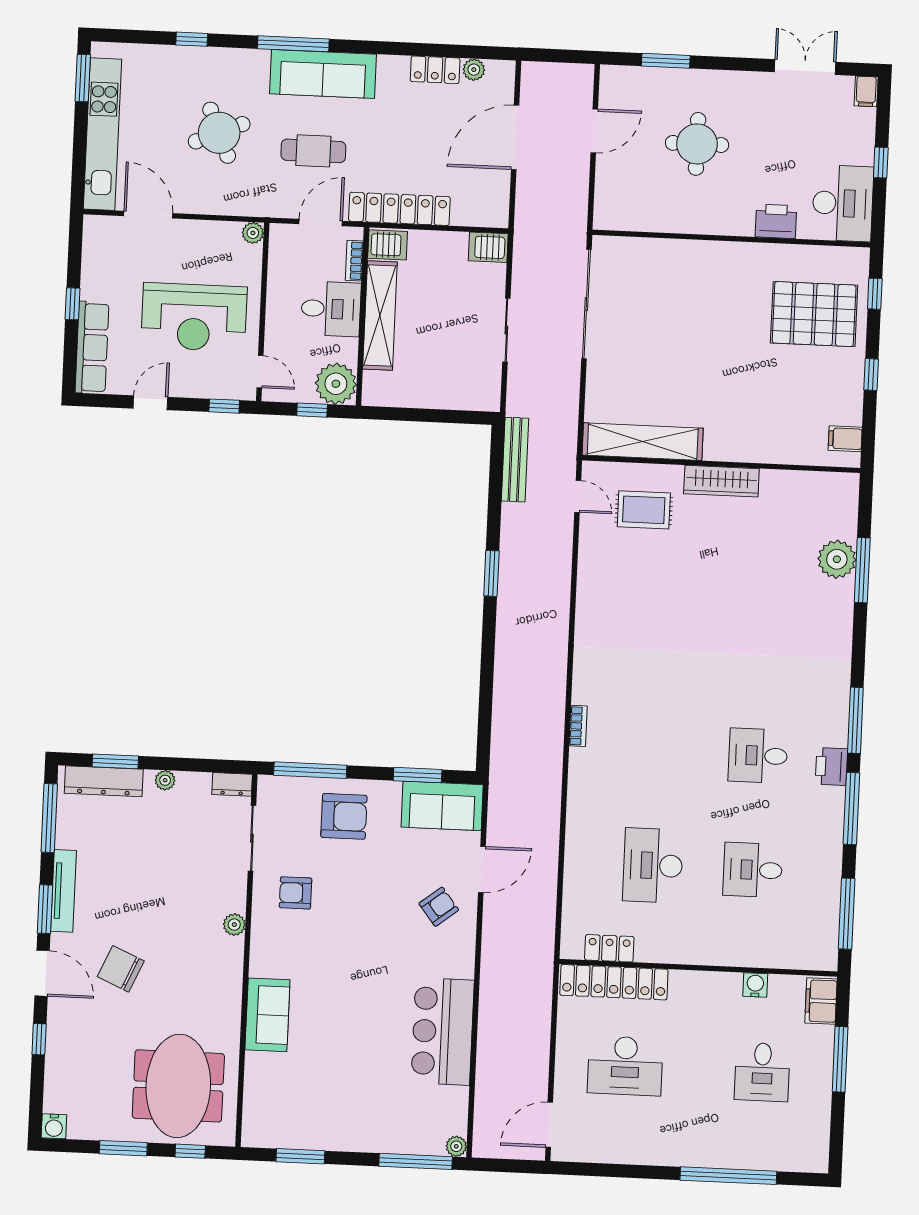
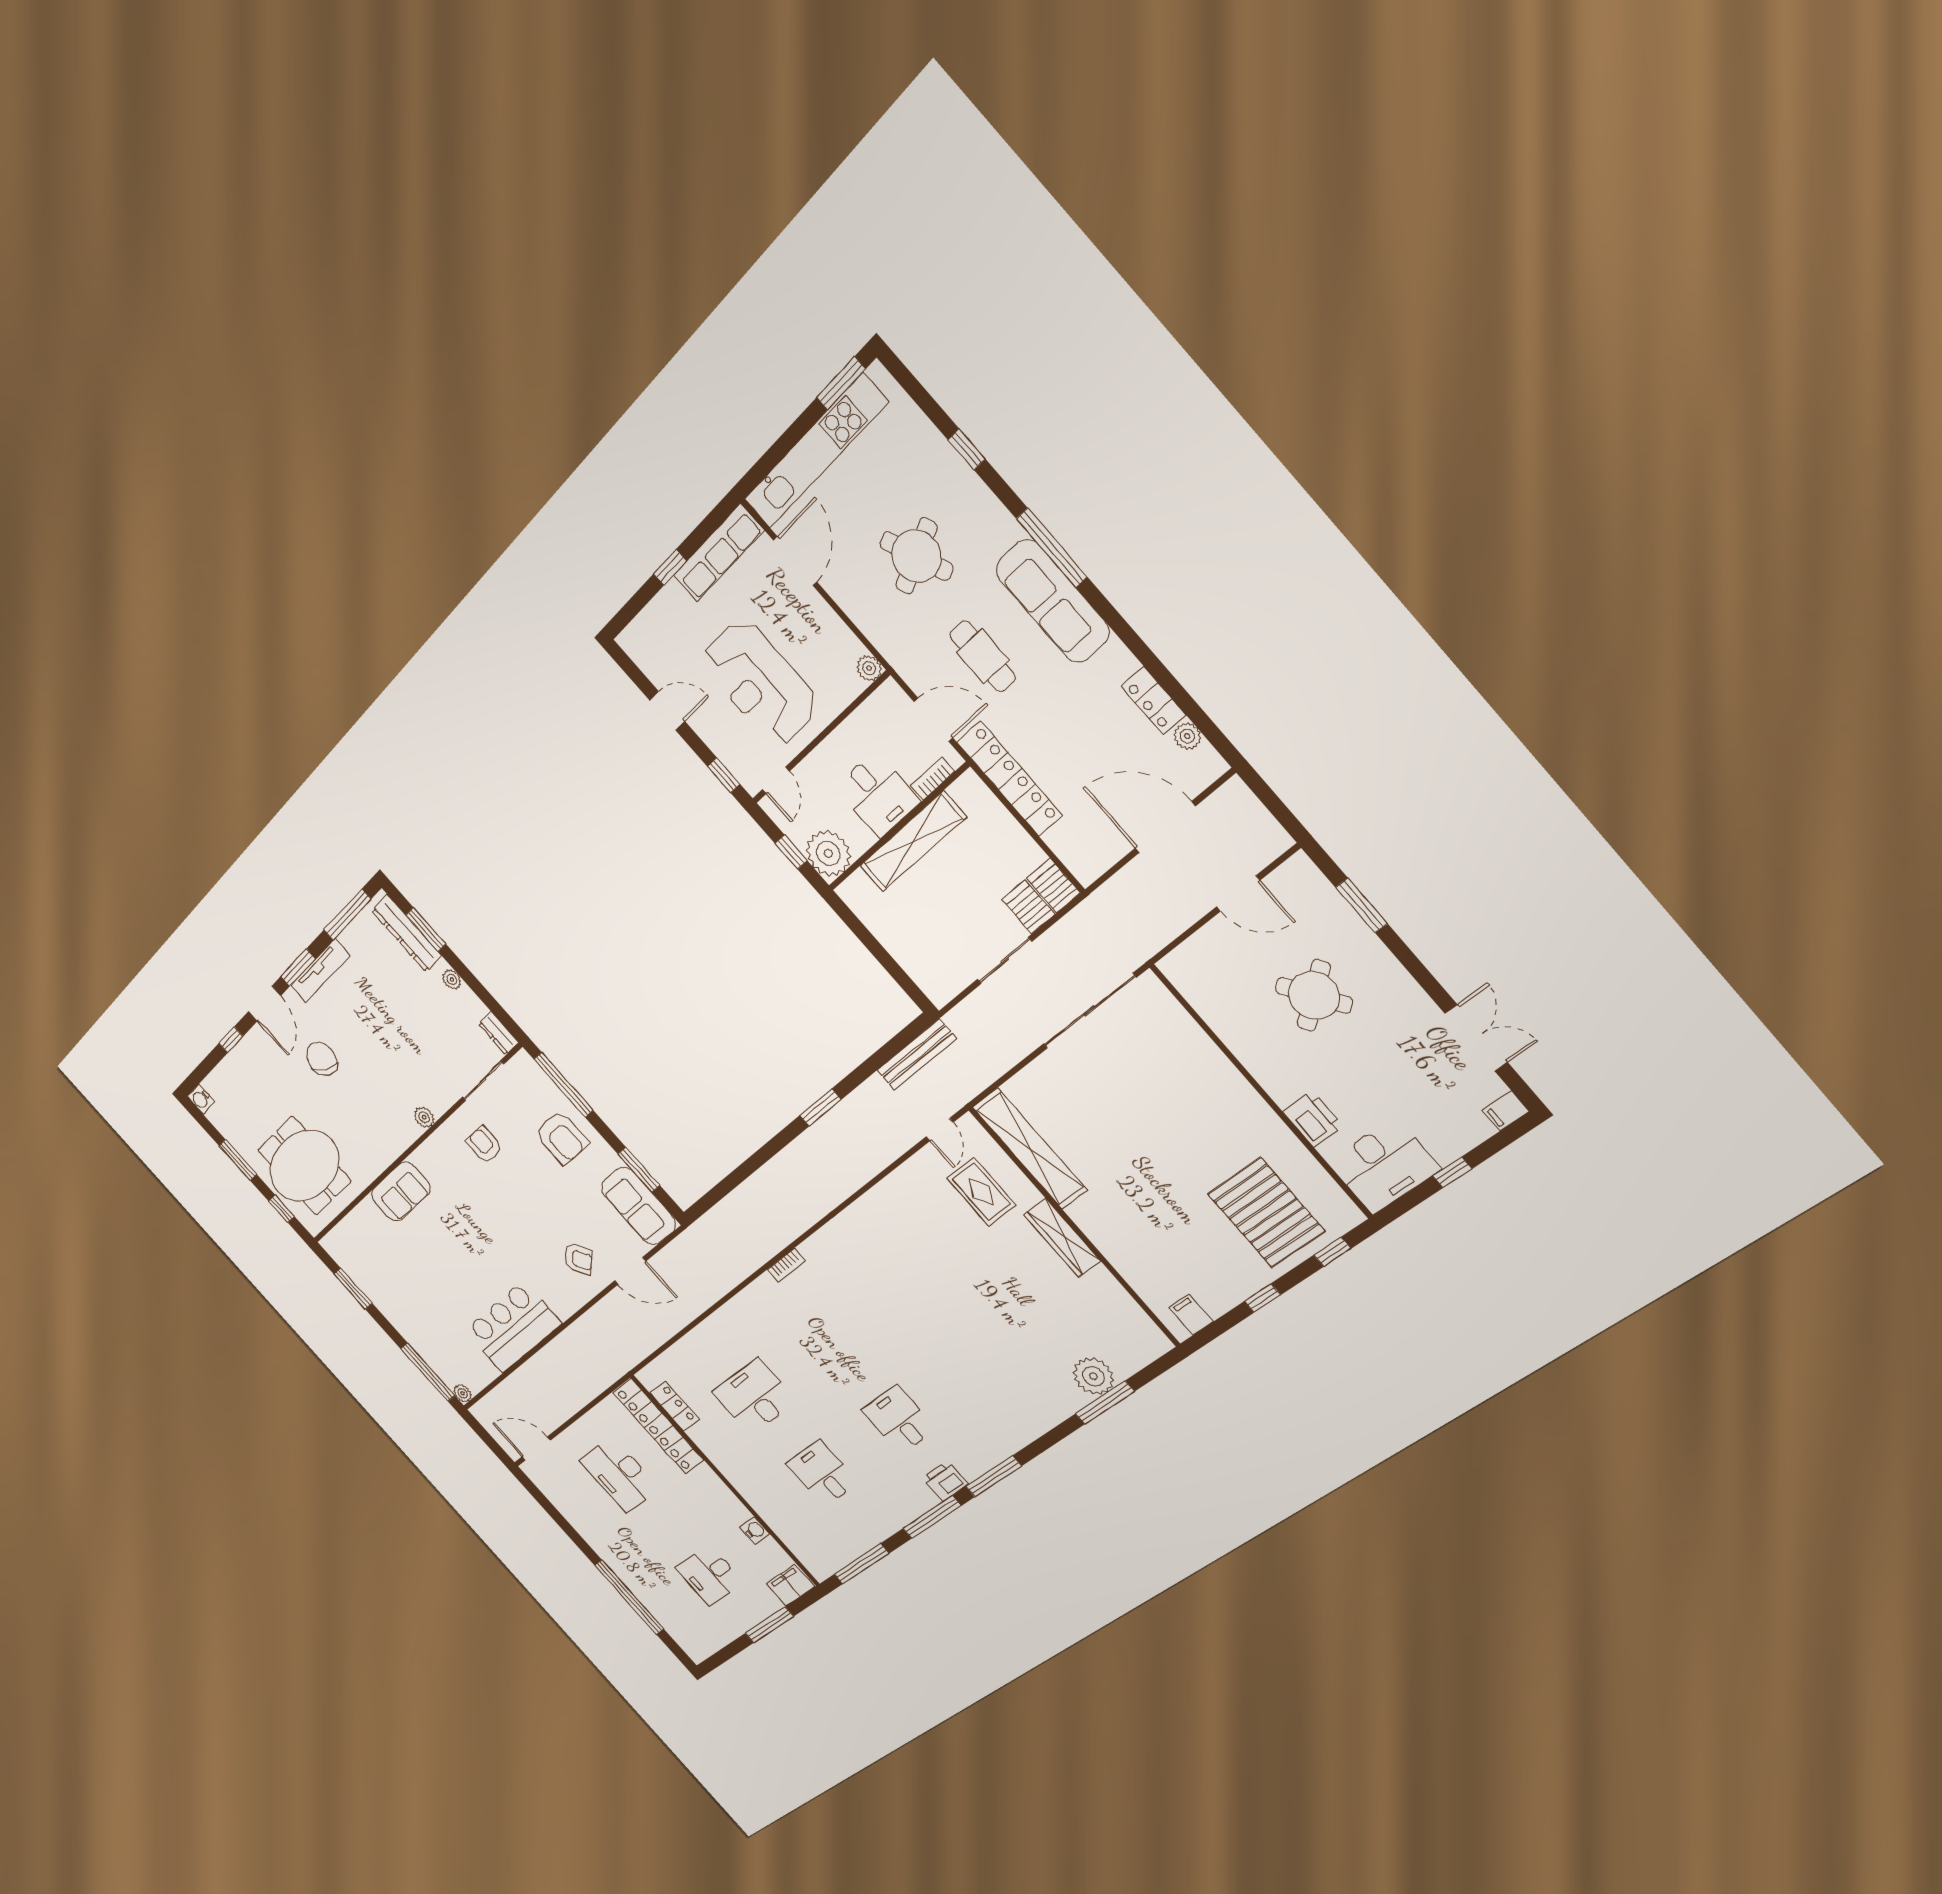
round table: (697, 144) -> (1314, 995), turned -36
server rack: (388, 245) -> (1028, 907), moved, turned 180
row of seats: (92, 347) -> (719, 553), moved

